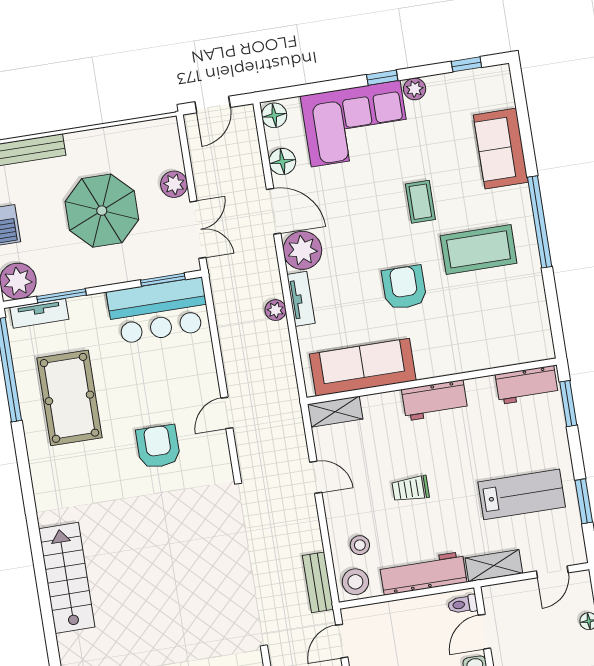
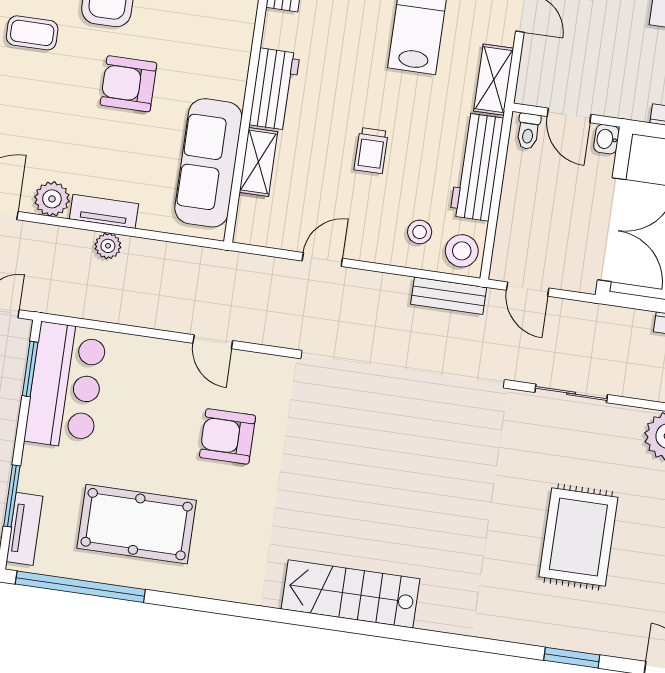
plant: (302, 250) -> (52, 199), width x0.73, depth x0.73
shelving: (335, 412) -> (258, 162), moved

